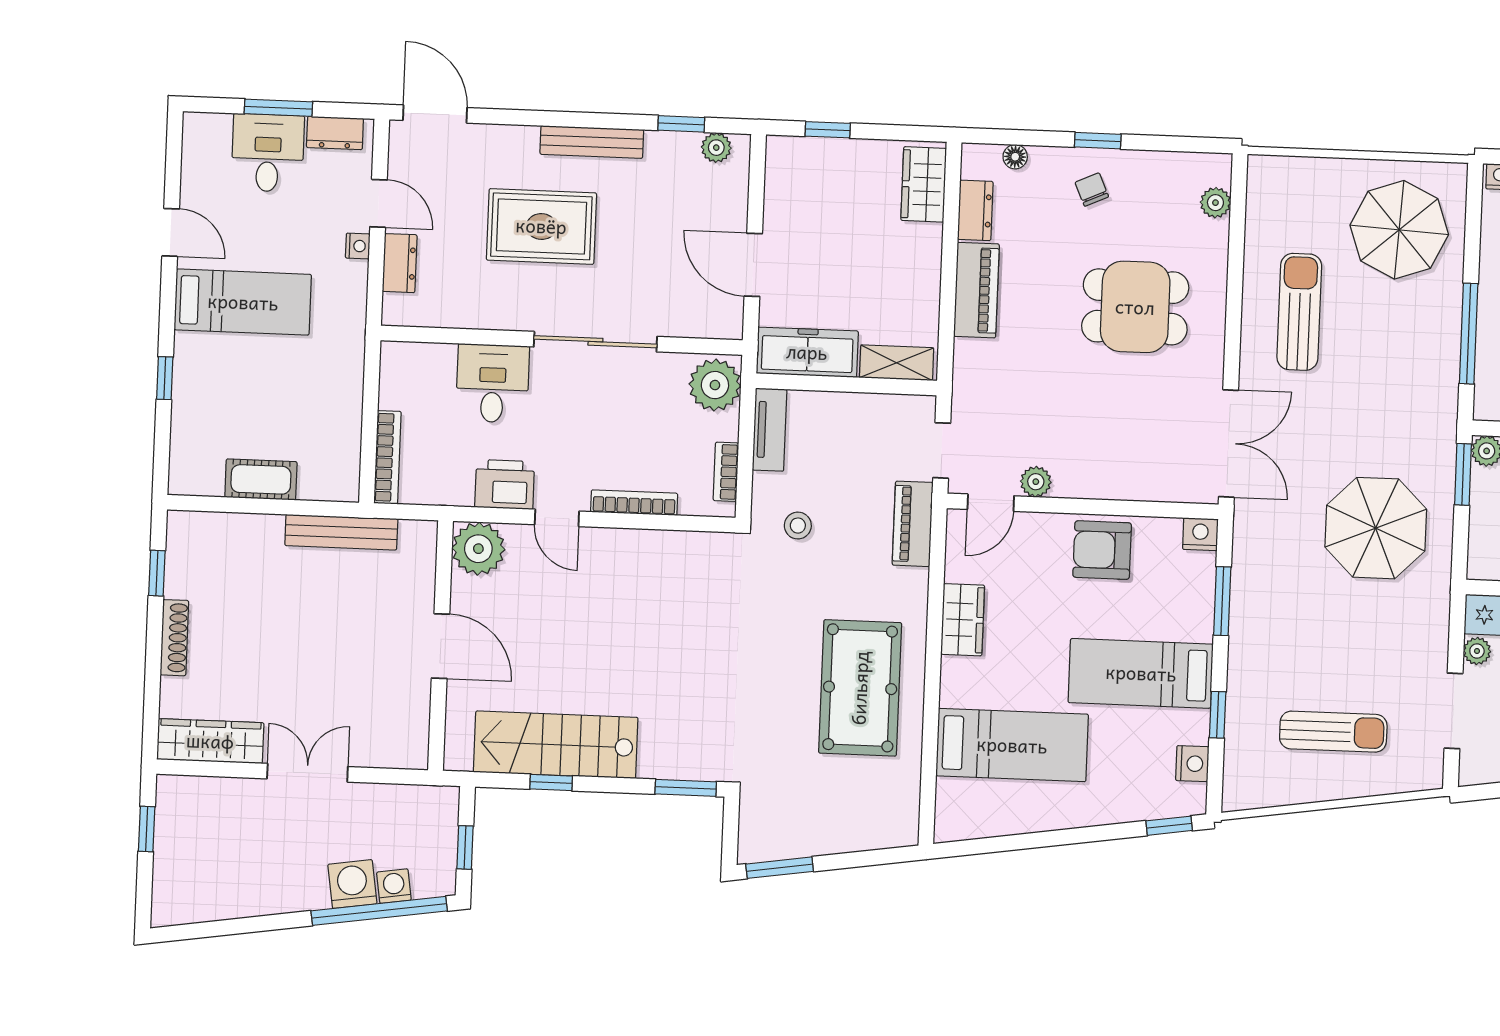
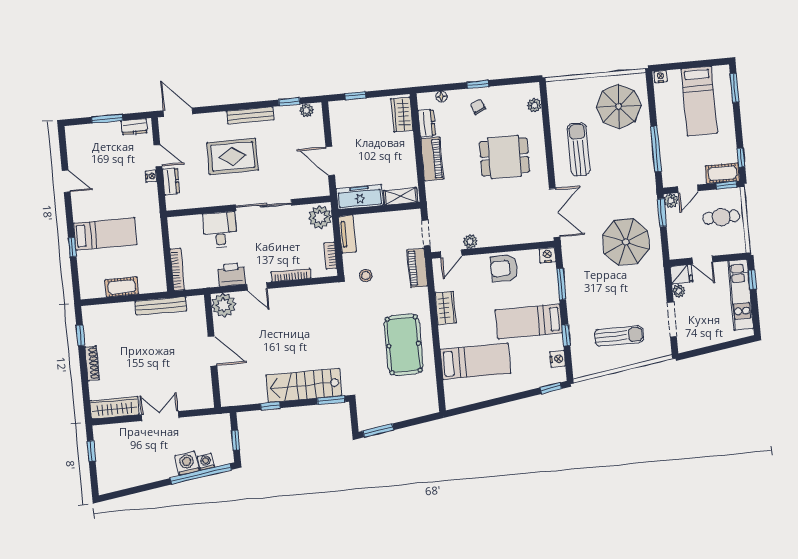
desk: (268, 153) -> (105, 140), removed
bed: (243, 302) -> (105, 234), moved
stairs: (556, 745) -> (304, 385), moved

